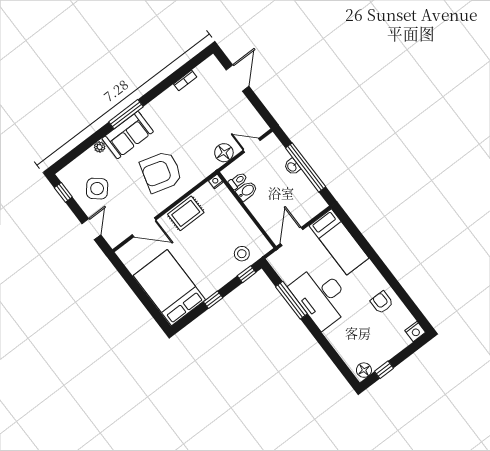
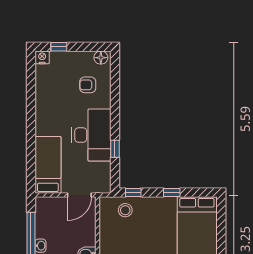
window: (291, 300) -> (115, 149), width x0.46
armchair: (382, 302) -> (88, 85), moved, turned 90
window: (384, 370) -> (59, 47), moved

